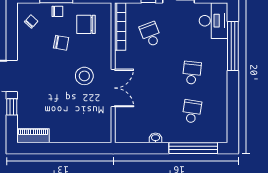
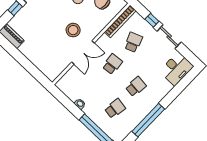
window: (233, 46) -> (148, 120), moved
school desk: (151, 73) -> (112, 64), added

